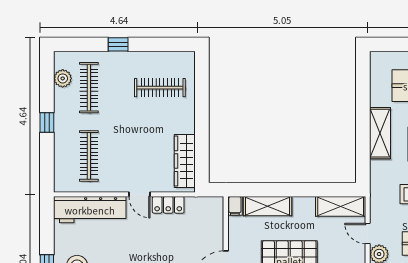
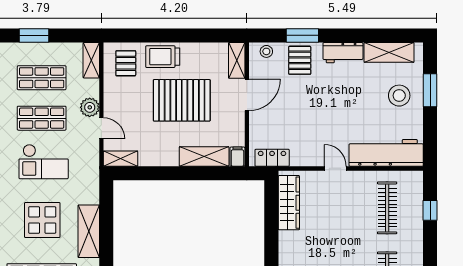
window: (47, 123) -> (430, 210), moved
locker: (168, 205) -> (272, 158), moved
shelving: (341, 206) -> (121, 159), width x0.67, depth x0.75

